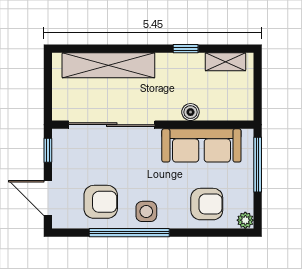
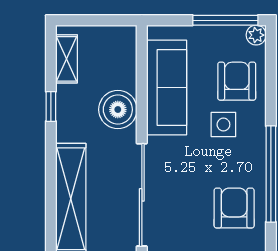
boiler: (190, 112) -> (118, 110), width x1.86, depth x1.86
window: (258, 165) -> (225, 20), moved
side table: (146, 211) -> (223, 125), moved

